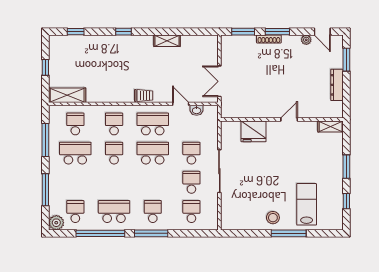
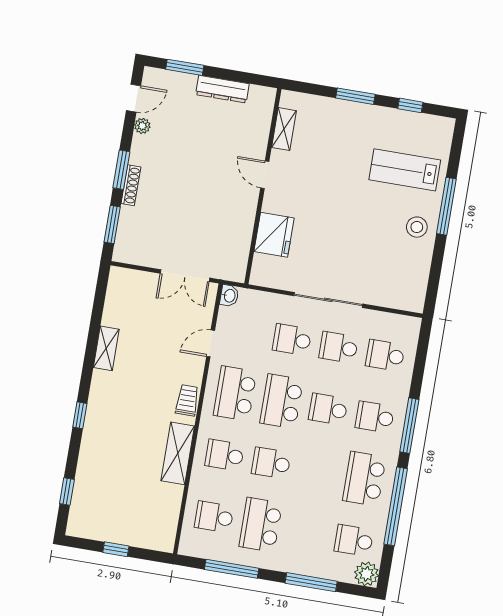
shelving: (67, 95) -> (178, 453), moved
washbasin: (197, 110) -> (229, 296), moved
shelving: (331, 126) -> (284, 129), moved
school desk: (153, 182) -> (328, 409), added

